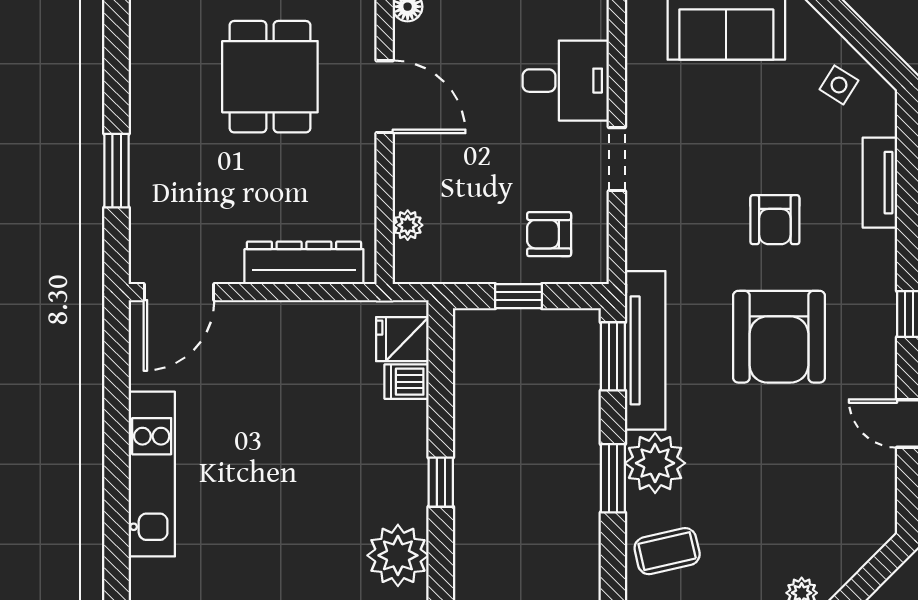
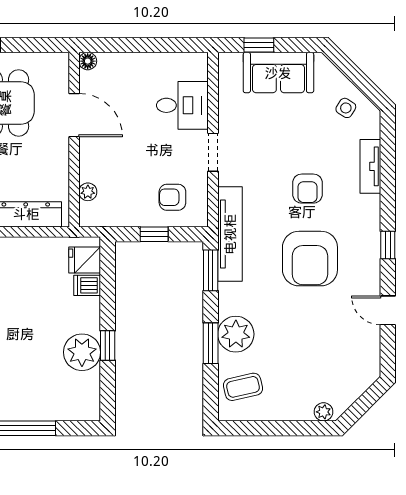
tv unit: (645, 350) -> (230, 234), moved
plant: (398, 555) -> (82, 352), moved

